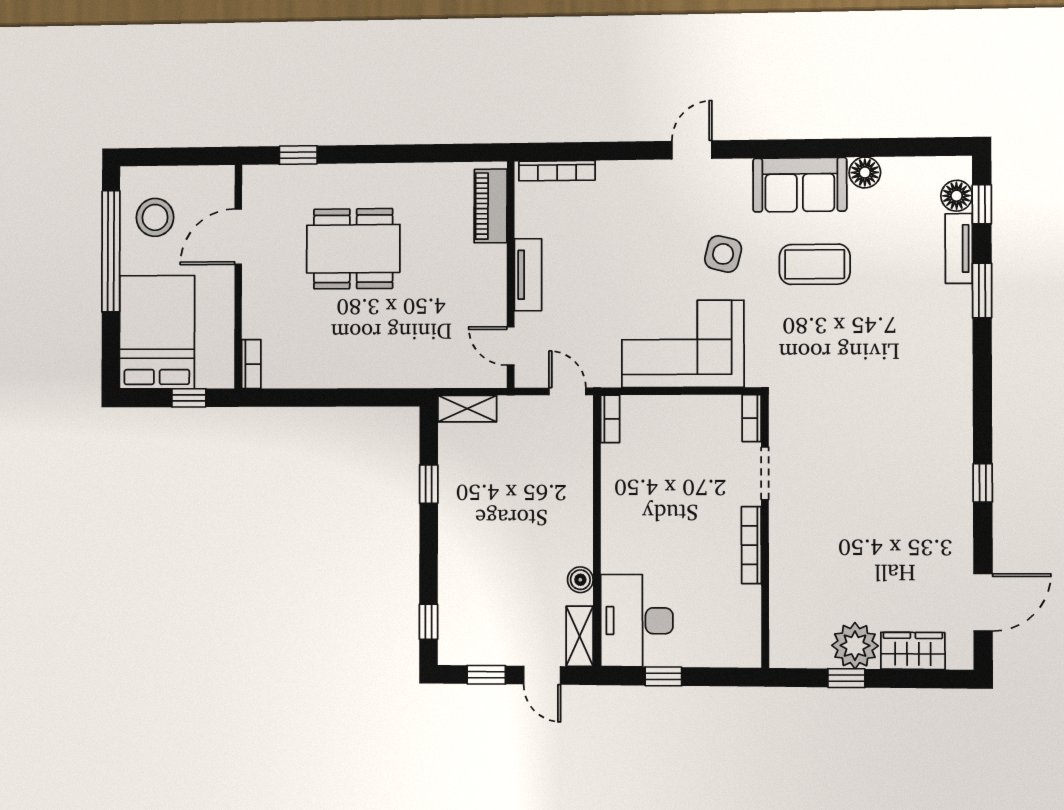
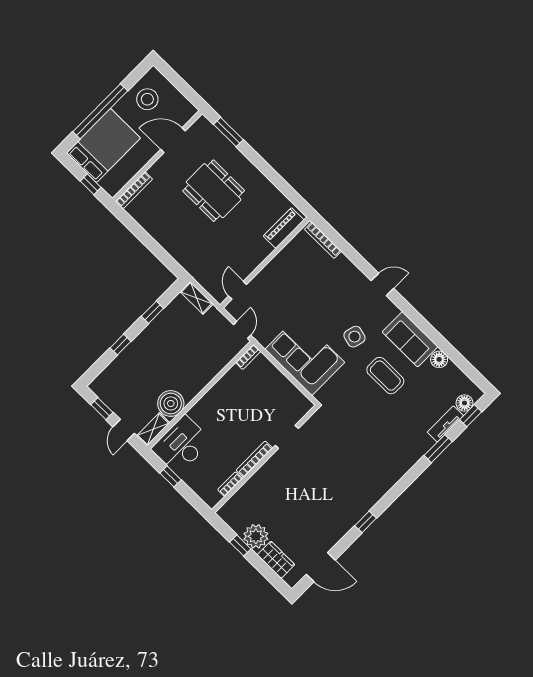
window: (298, 155) -> (228, 132), width x1.50
window: (111, 251) -> (100, 111), moved
tv unit: (528, 275) -> (272, 269), removed
bookcase: (251, 364) -> (134, 190), width x1.56
bookcase: (752, 418) -> (230, 484), moved
boiler: (580, 580) -> (171, 403), width x1.86, depth x1.86
window: (429, 622) -> (120, 345), moved

